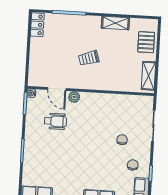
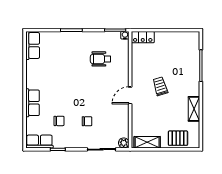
locker: (37, 25) -> (143, 37), moved
door: (57, 89) -> (130, 95), moved
plant: (74, 97) -> (124, 143), moved
wheelchair: (55, 121) -> (100, 59), turned 90
chair: (133, 165) -> (59, 121), moved

